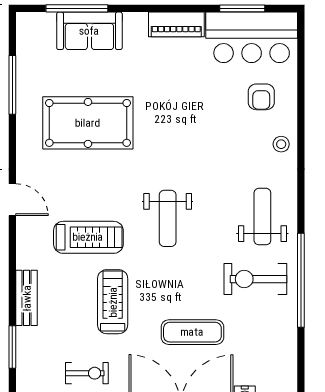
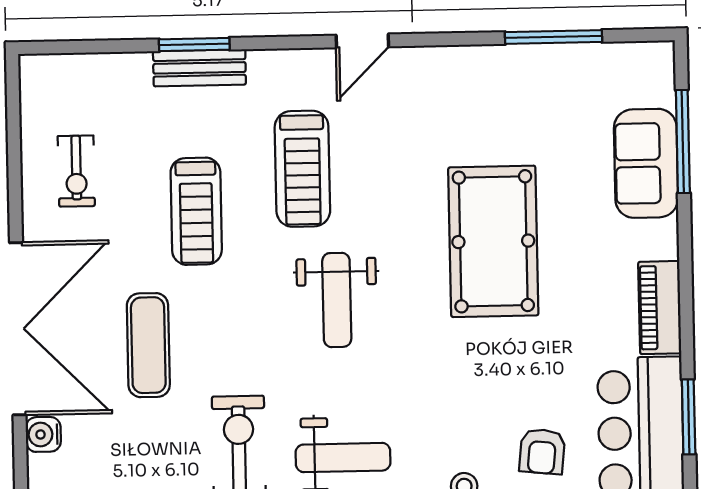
armchair: (261, 97) -> (542, 451), turned -84
pool table: (88, 123) -> (493, 241), moved
weight bench: (168, 218) -> (337, 300), turned -90
treadmill: (113, 302) -> (196, 211), turned 90
window: (12, 347) -> (194, 44), moved

